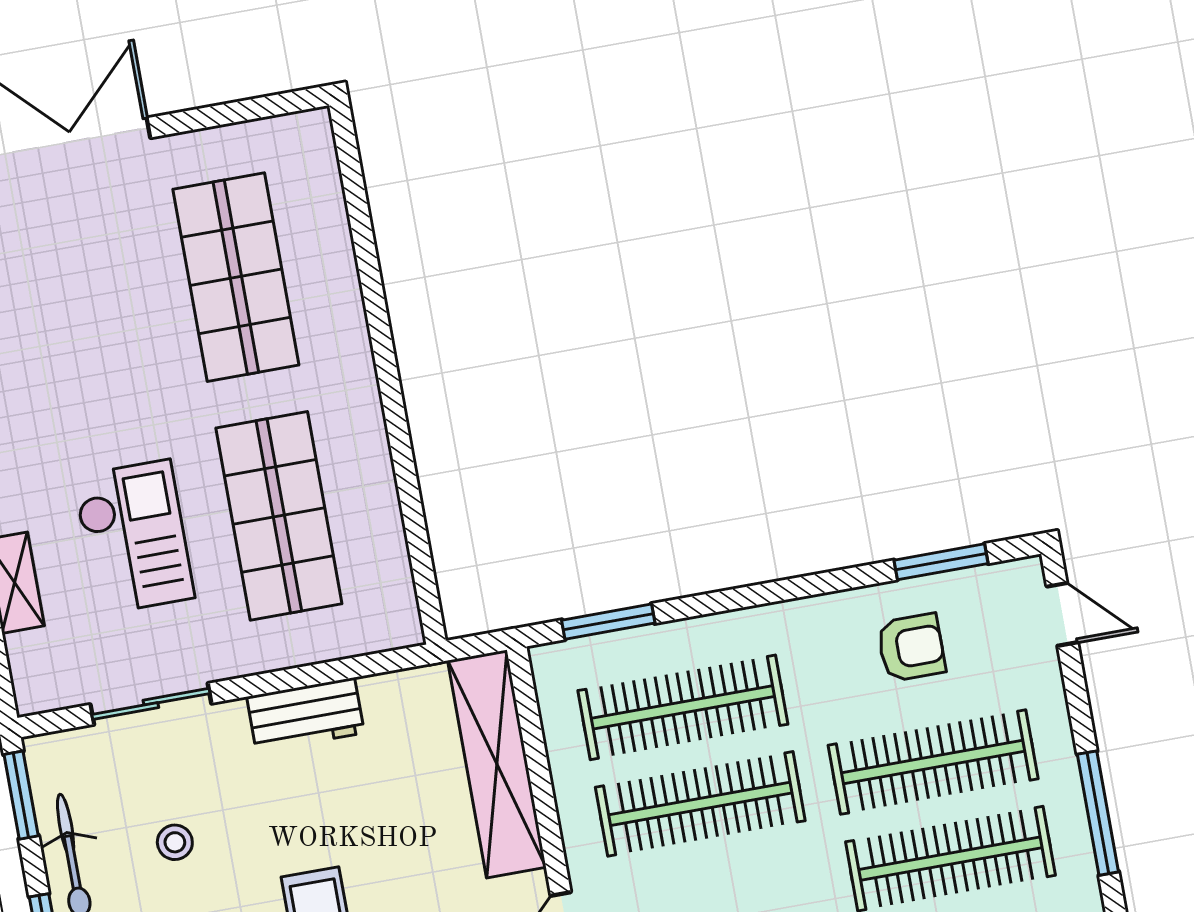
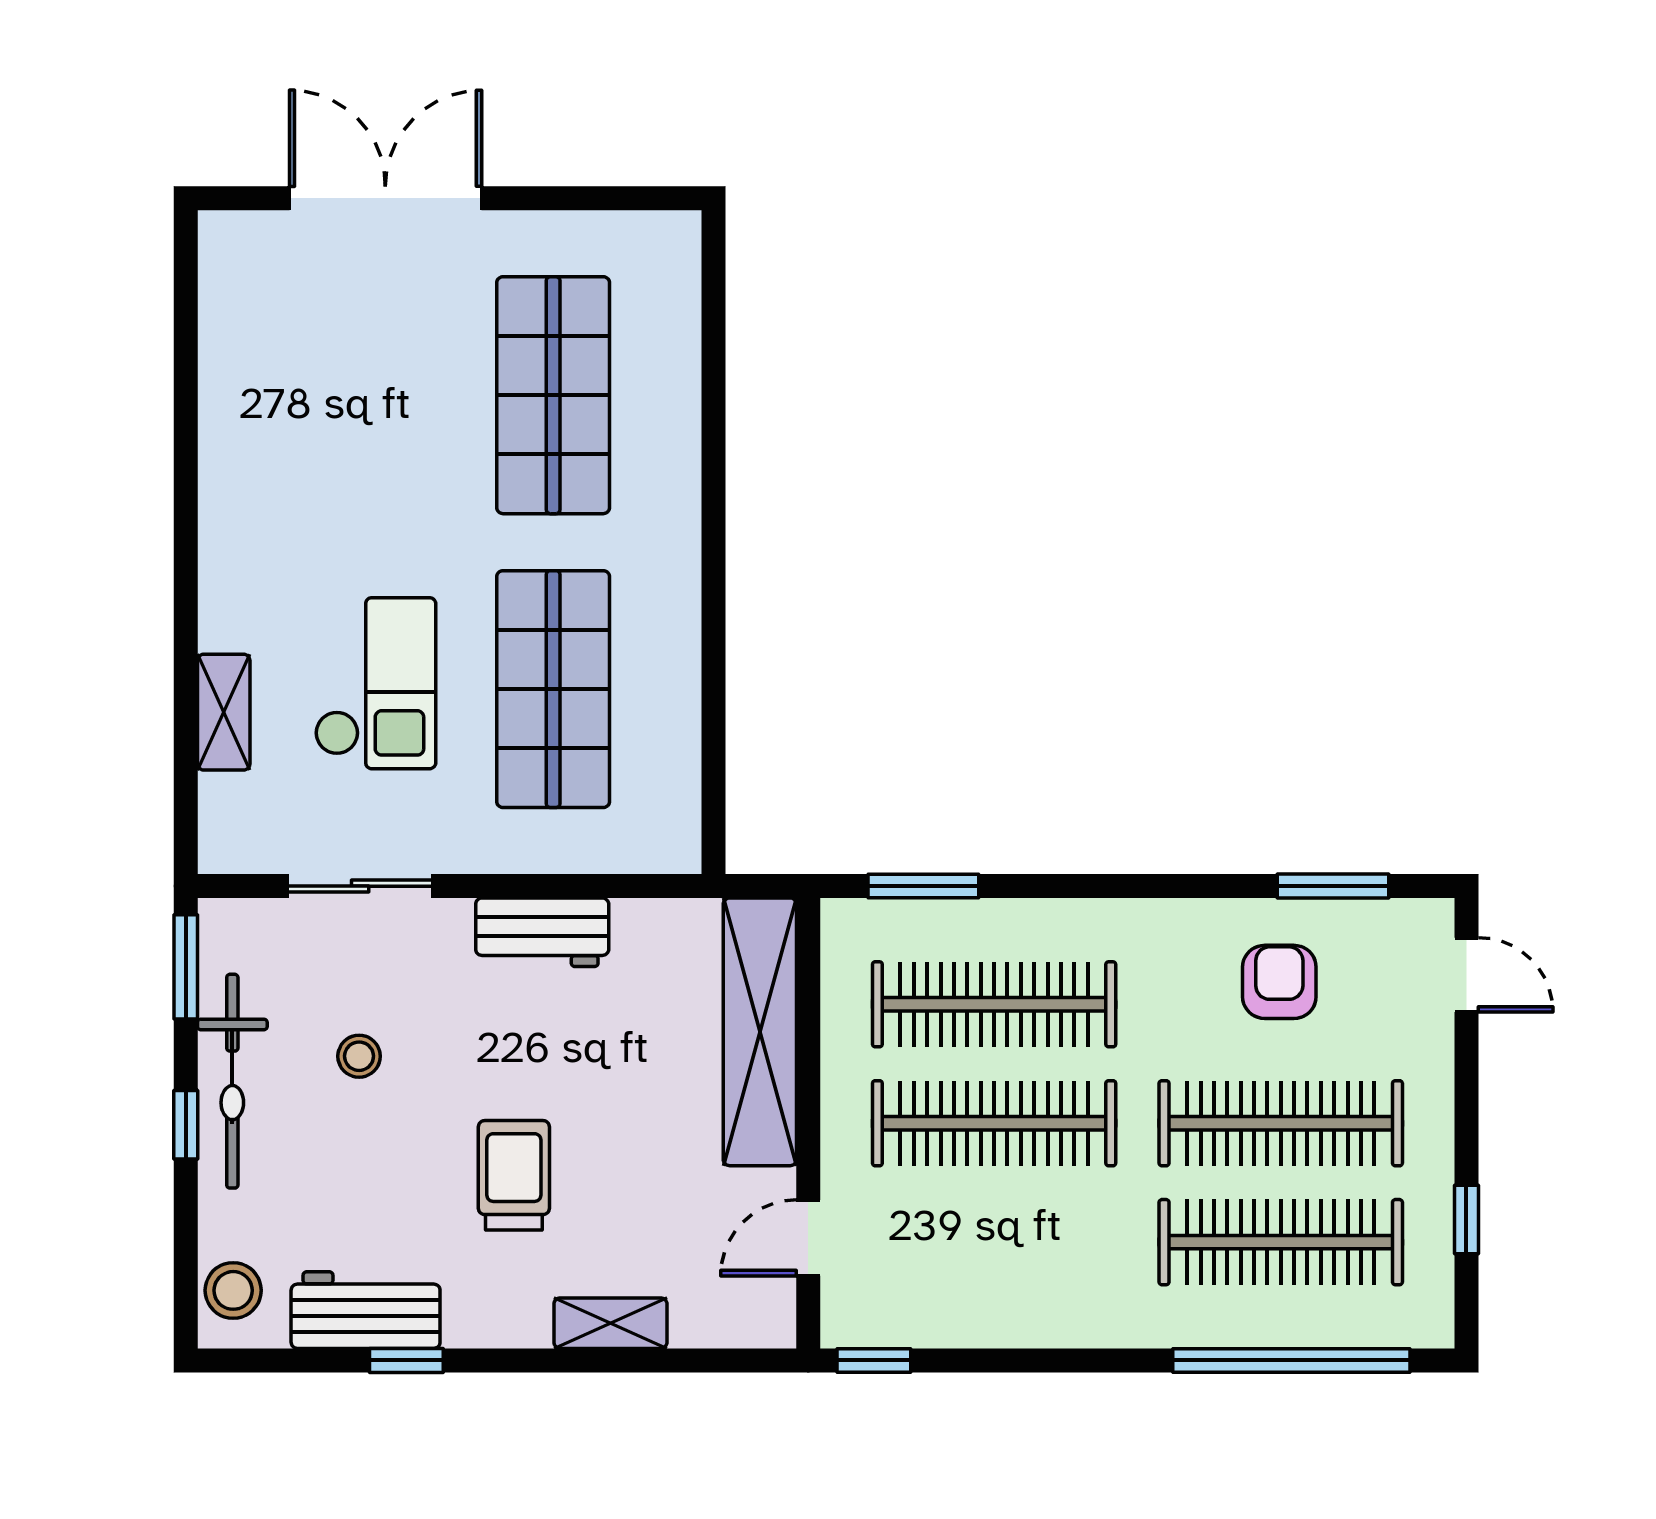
armchair: (911, 647) -> (1279, 982), turned -90
window: (1098, 813) -> (1466, 1219), width x0.46

